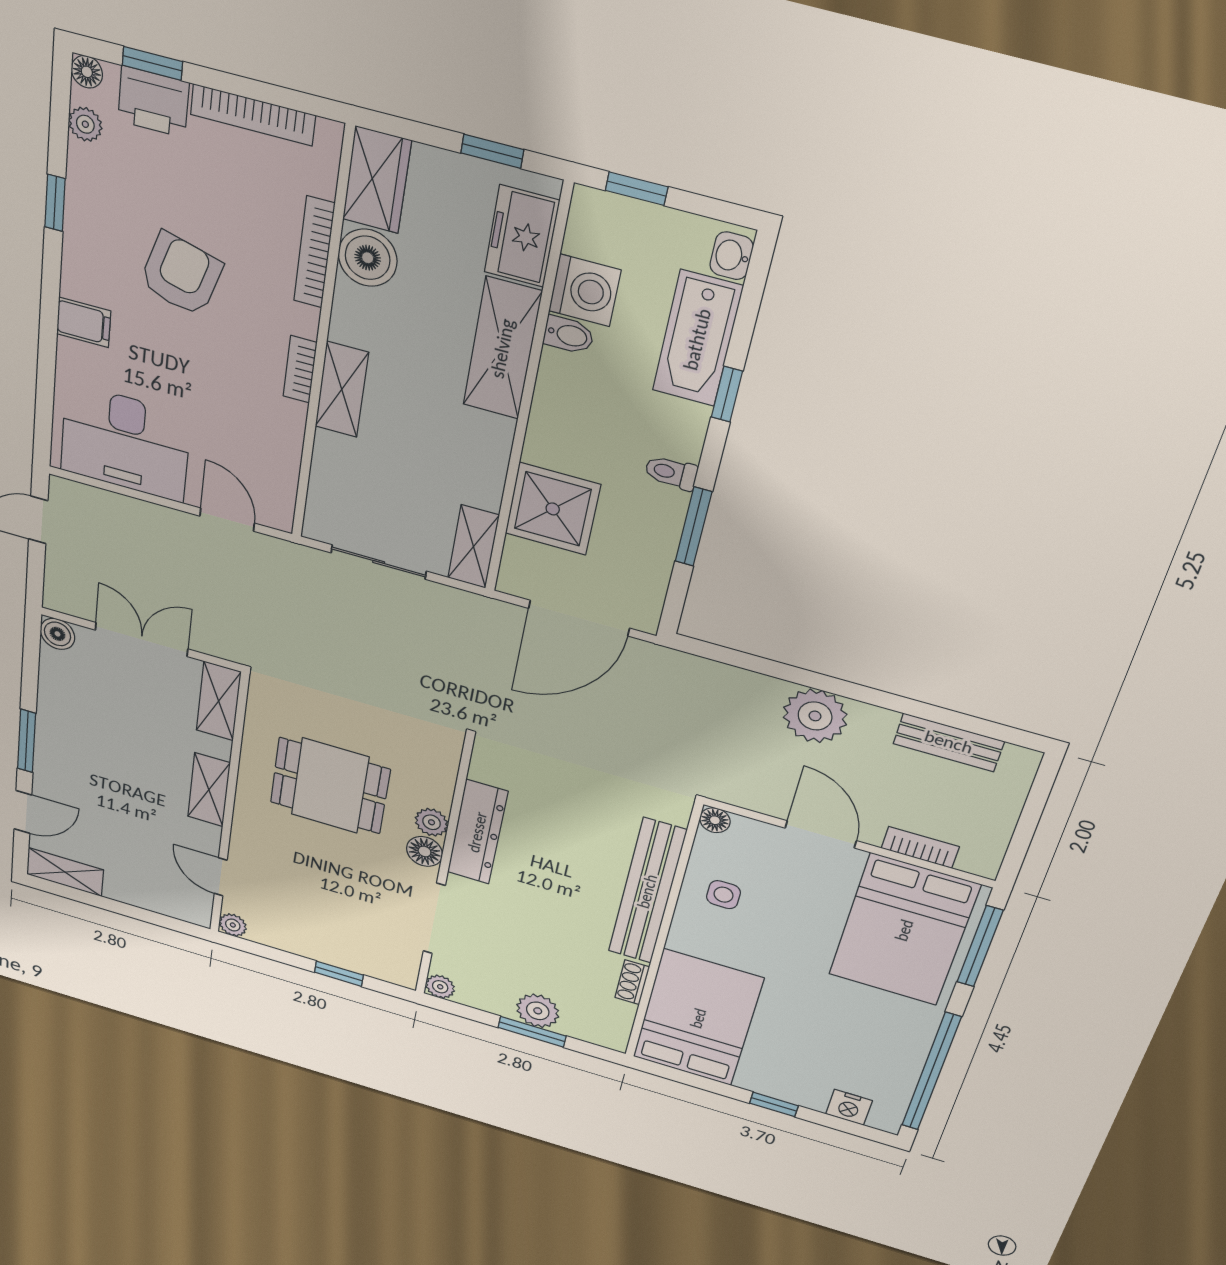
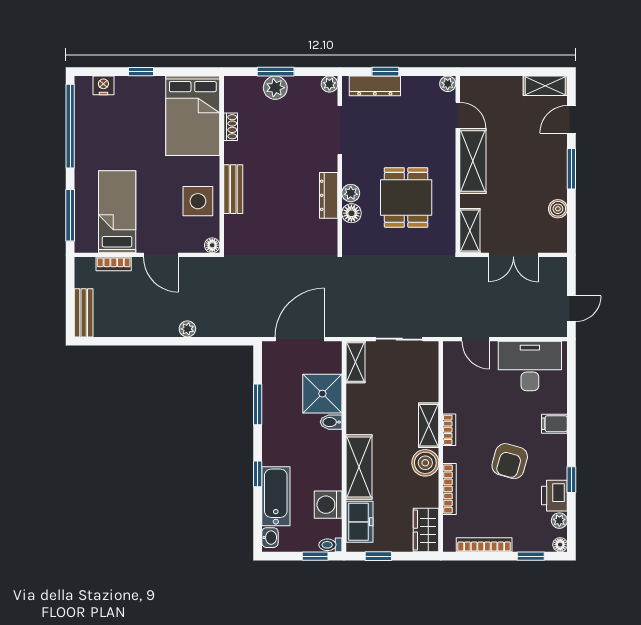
printer: (153, 102) -> (554, 496), moved, turned -90
boiler: (368, 258) -> (425, 463), moved
bidet: (569, 335) -> (331, 422), moved
toilet: (671, 473) -> (330, 545), moved, turned 180
boiler: (57, 634) -> (558, 209), moved
plant: (815, 716) -> (187, 329), width x0.53, depth x0.53
bench: (949, 742) -> (84, 313), moved, turned 90
dining table: (330, 786) -> (406, 197), turned 90
shelving: (209, 790) -> (473, 161), width x1.50, depth x1.33
dresser: (477, 832) -> (329, 195), width x0.73, depth x0.80
floor lamp: (425, 851) -> (351, 213), moved
bench: (647, 891) -> (233, 189), width x0.54, depth x0.82
side table: (723, 895) -> (198, 201), width x1.87, depth x1.87
bed: (904, 930) -> (117, 212), width x0.67
dresser: (361, 960) -> (375, 86), added

